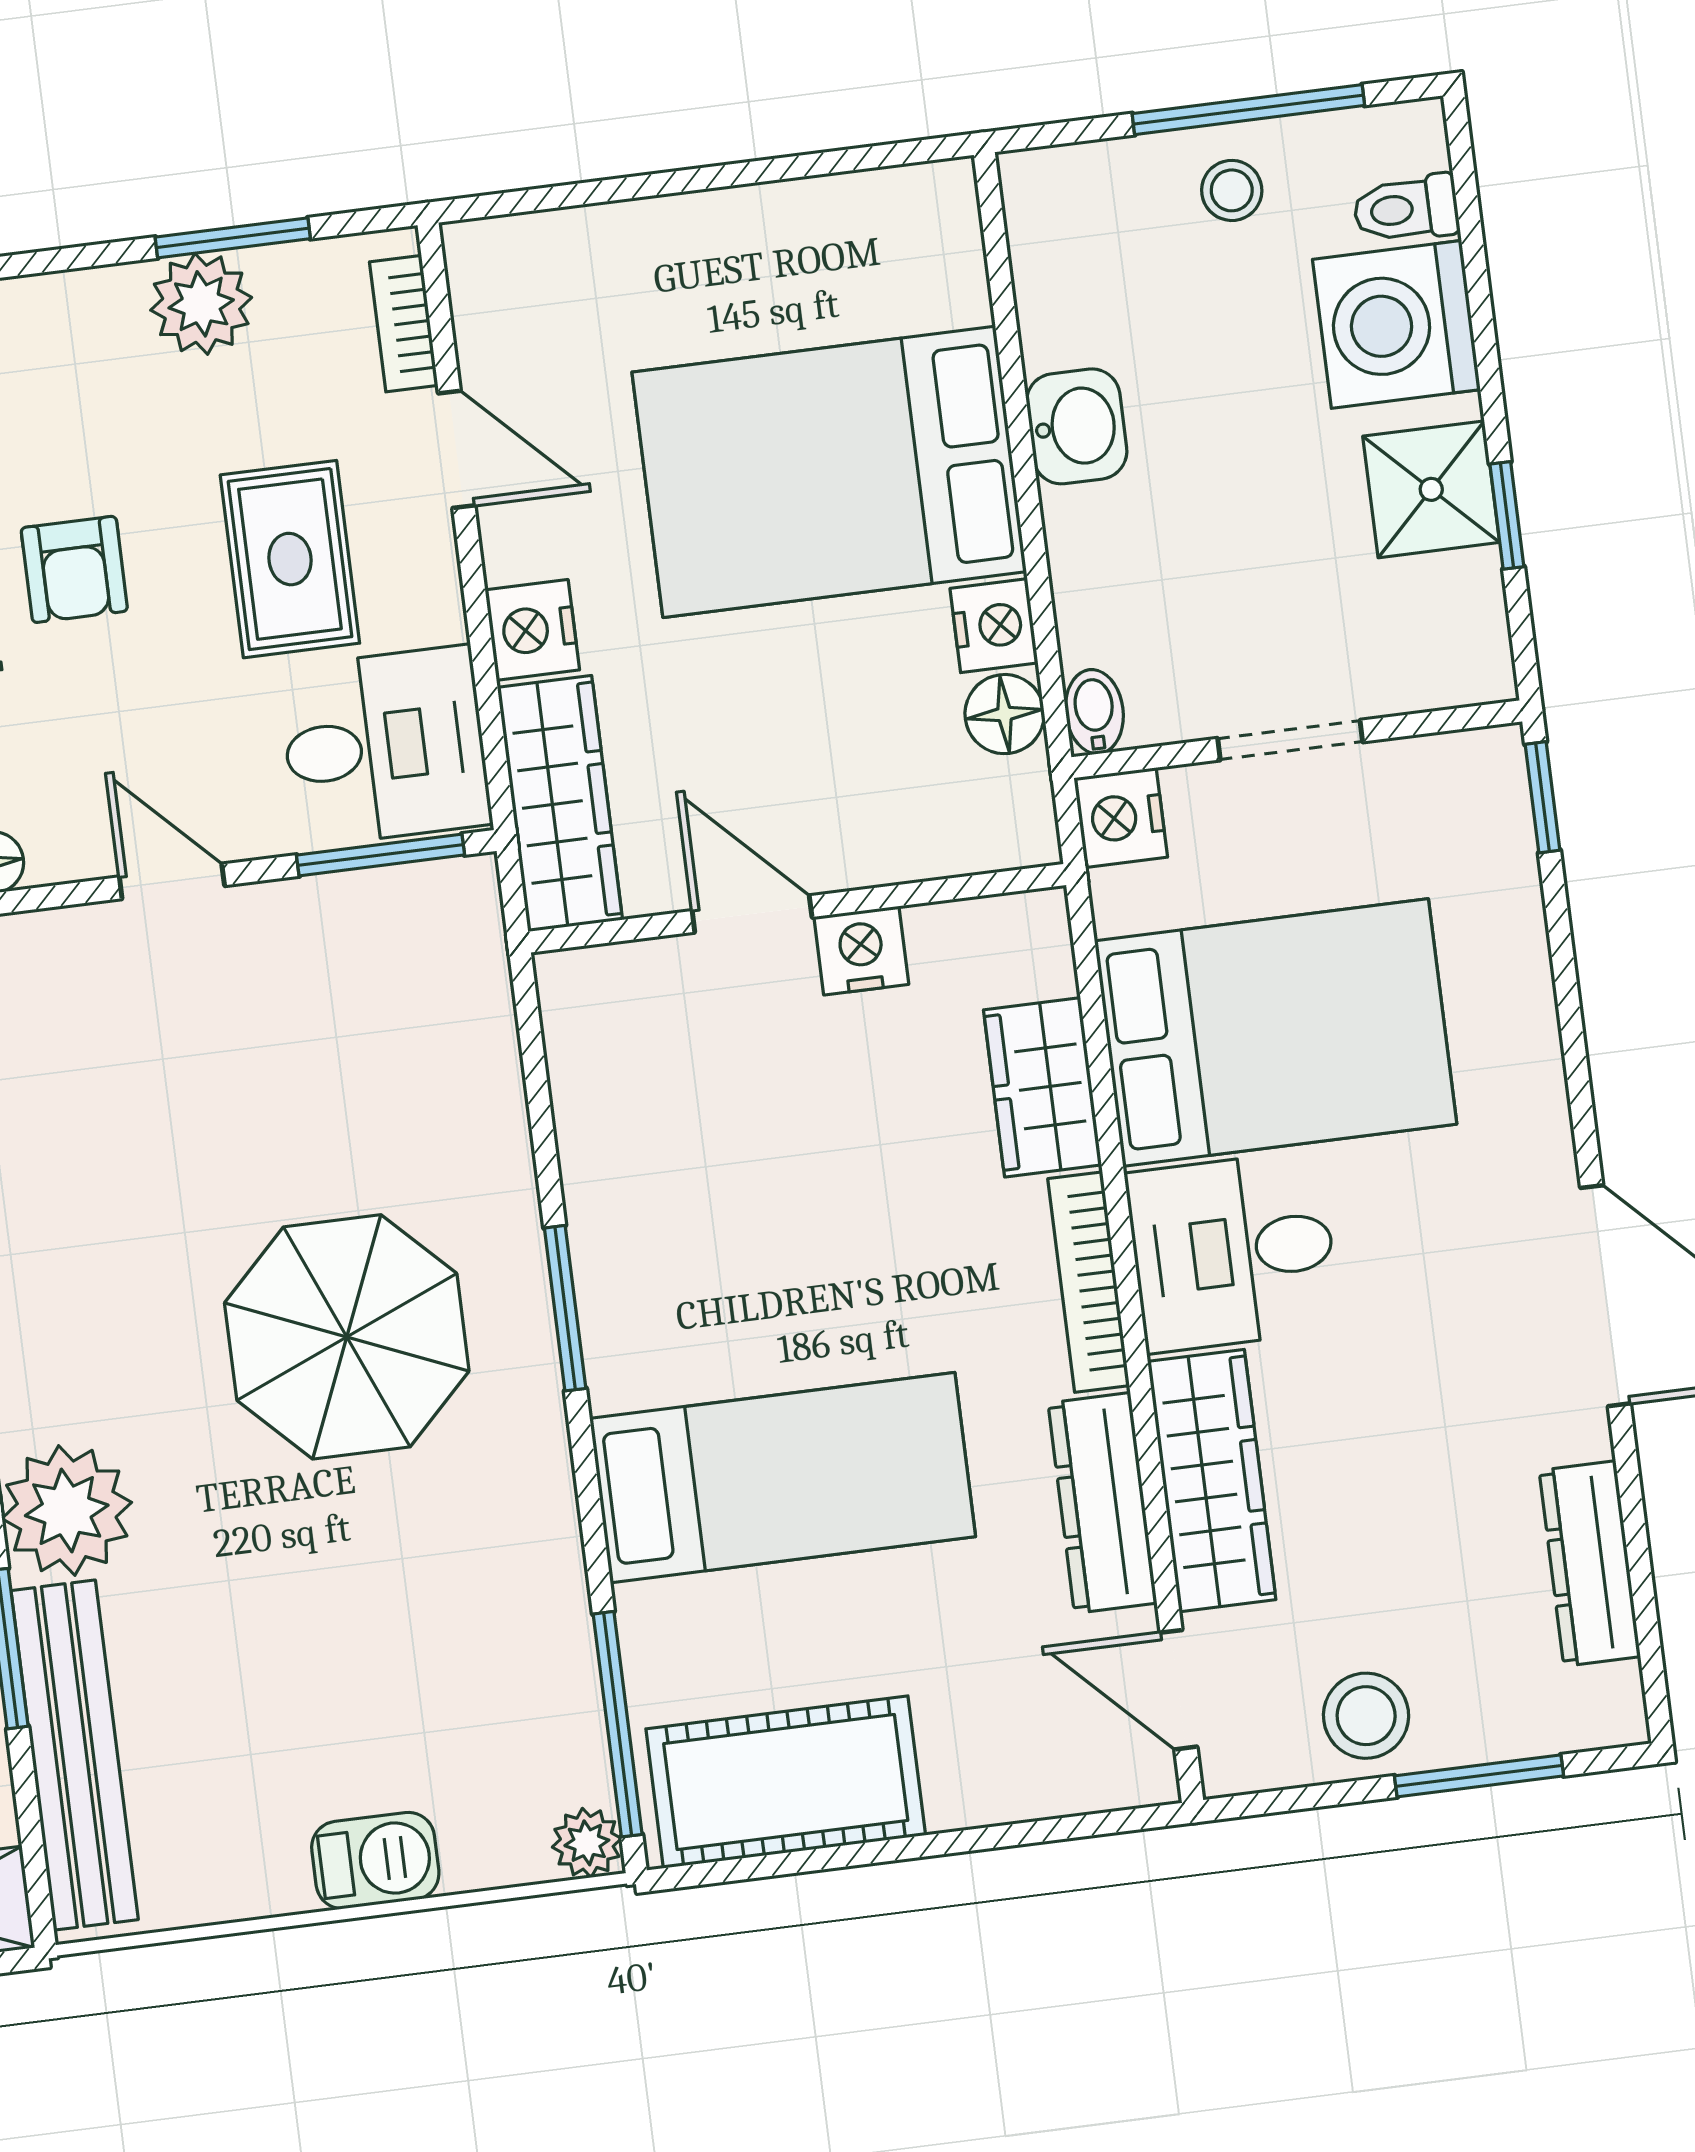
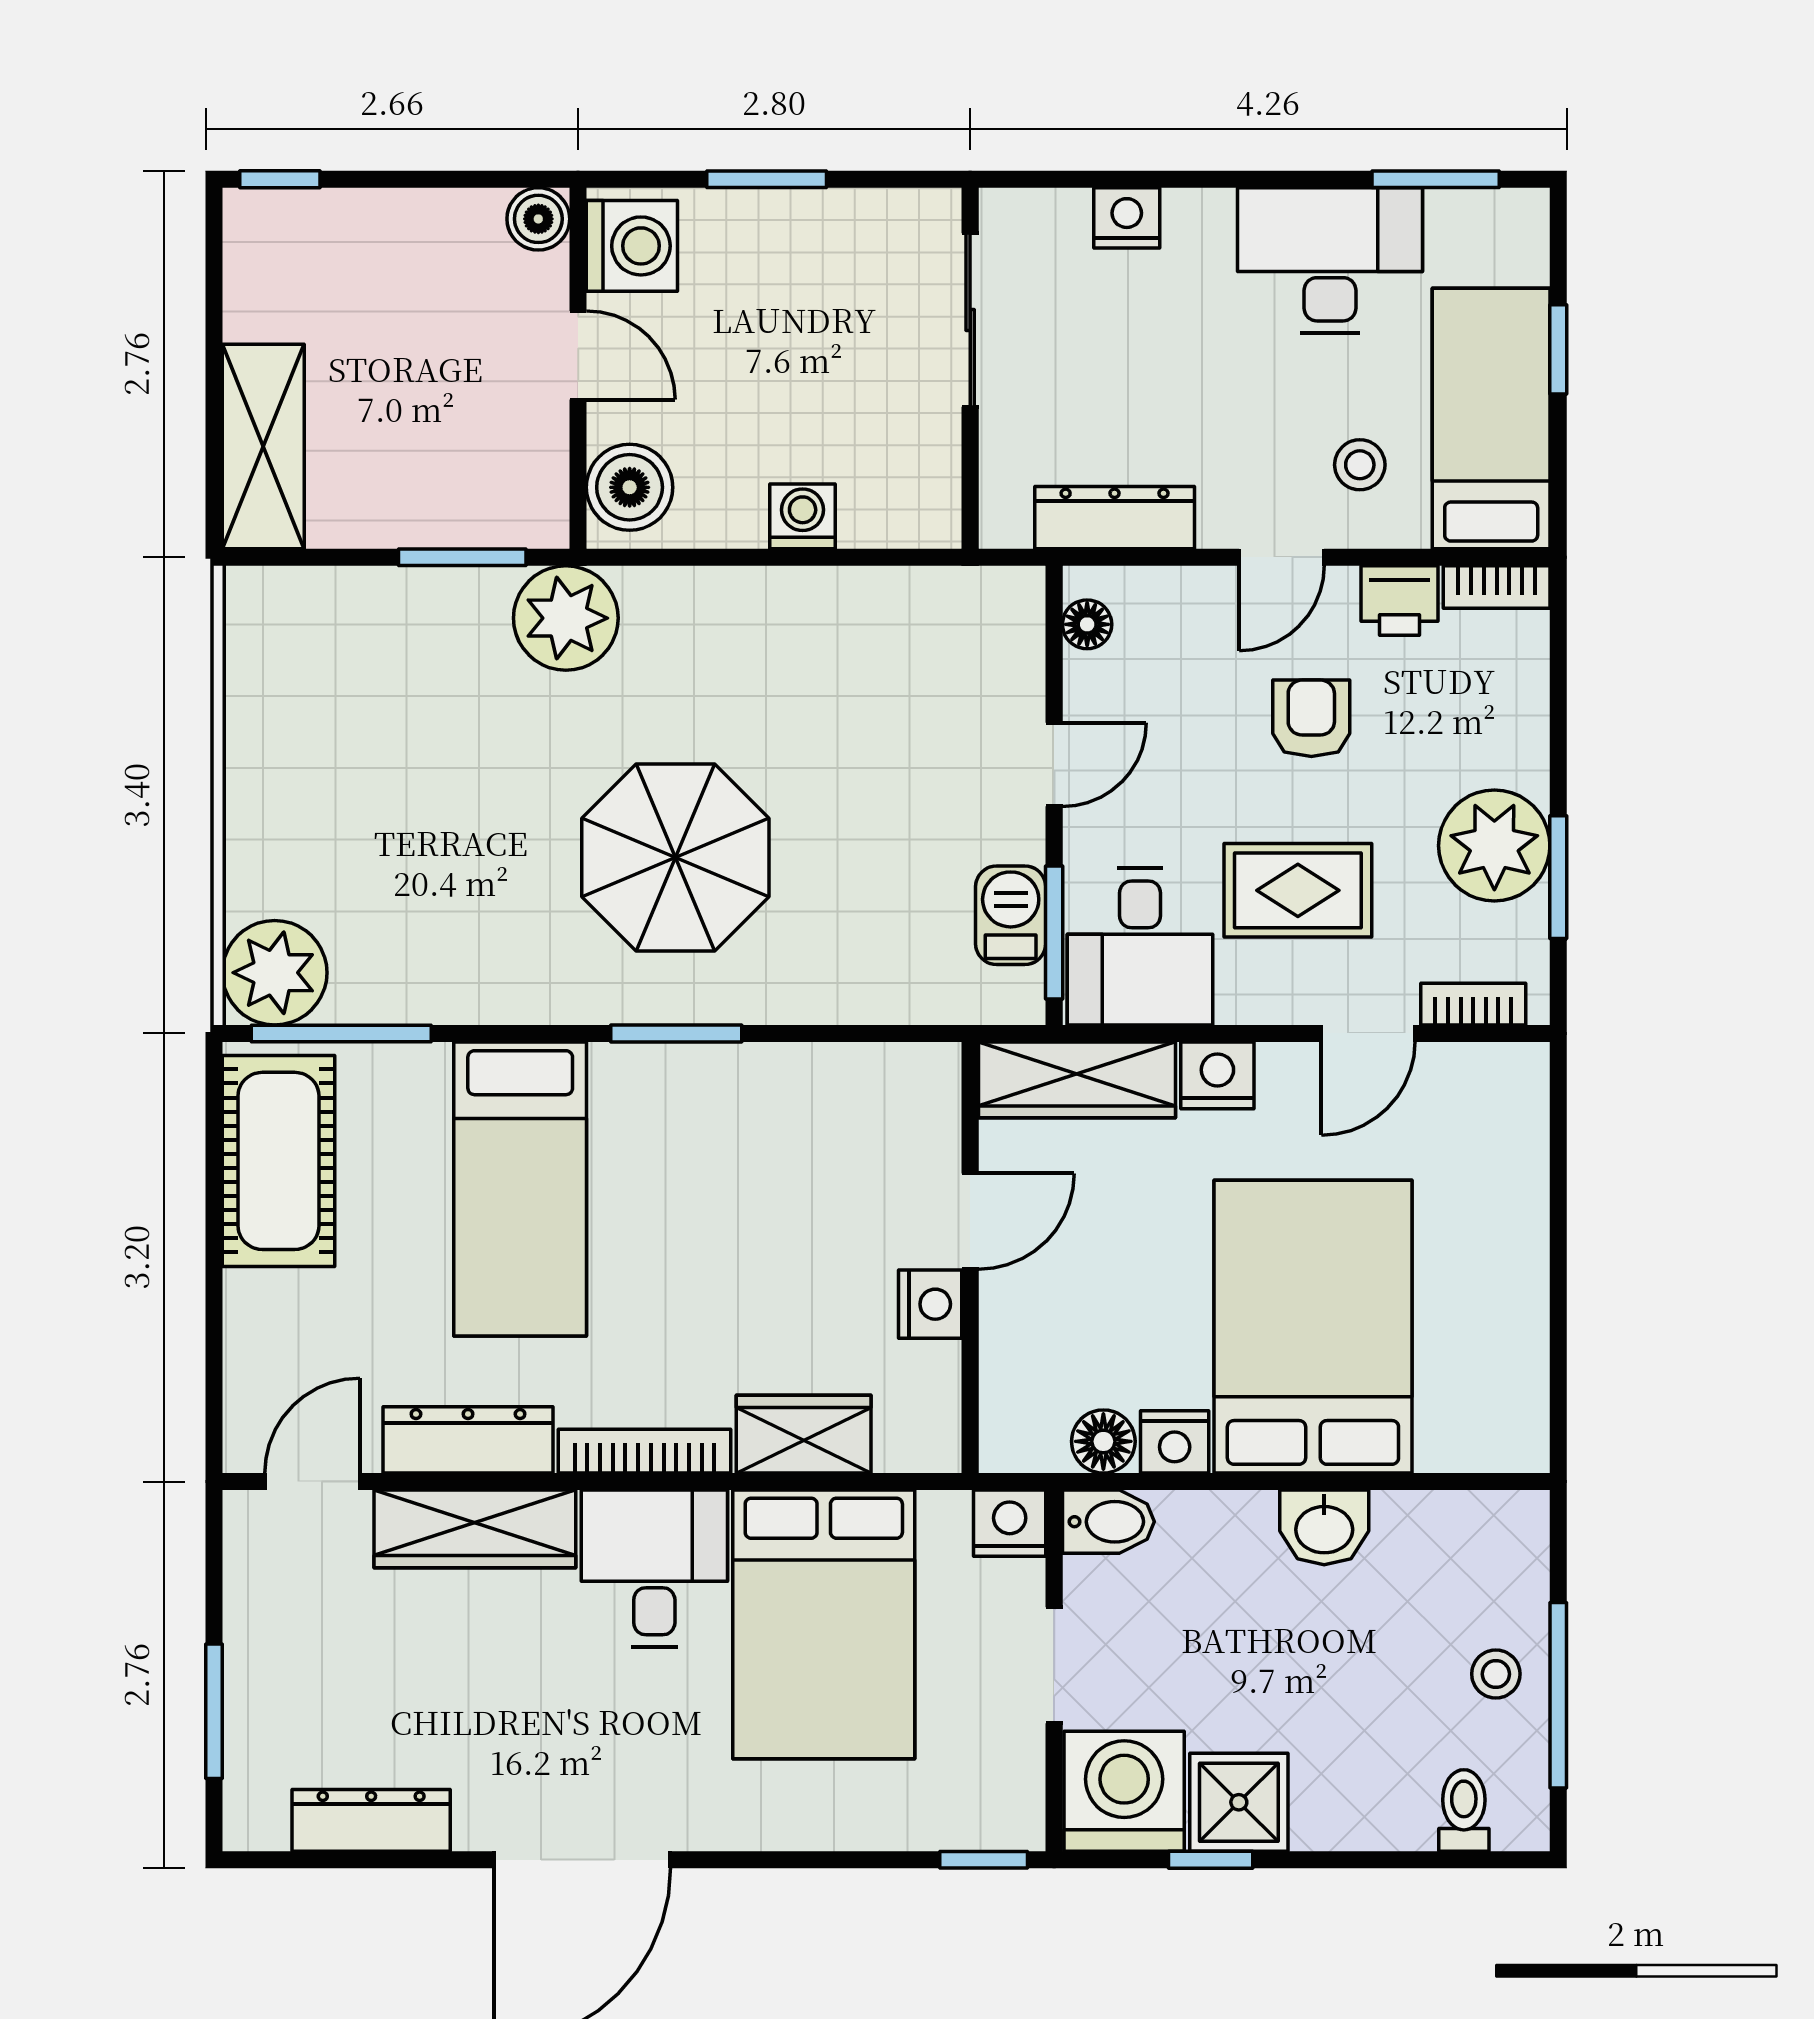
plant: (201, 304) -> (1494, 846), width x1.36, depth x1.36
washing machine: (1396, 324) -> (1124, 1791), moved
armchair: (74, 569) -> (1311, 718), turned 90
bidet: (1094, 712) -> (1108, 1522), width x1.38, depth x1.36
stool: (1366, 1716) -> (273, 1628), removed
bench: (75, 1755) -> (371, 600), removed
plant: (587, 1843) -> (275, 973), width x1.88, depth x1.88
barbecue: (375, 1861) -> (1011, 915), moved, turned 180

